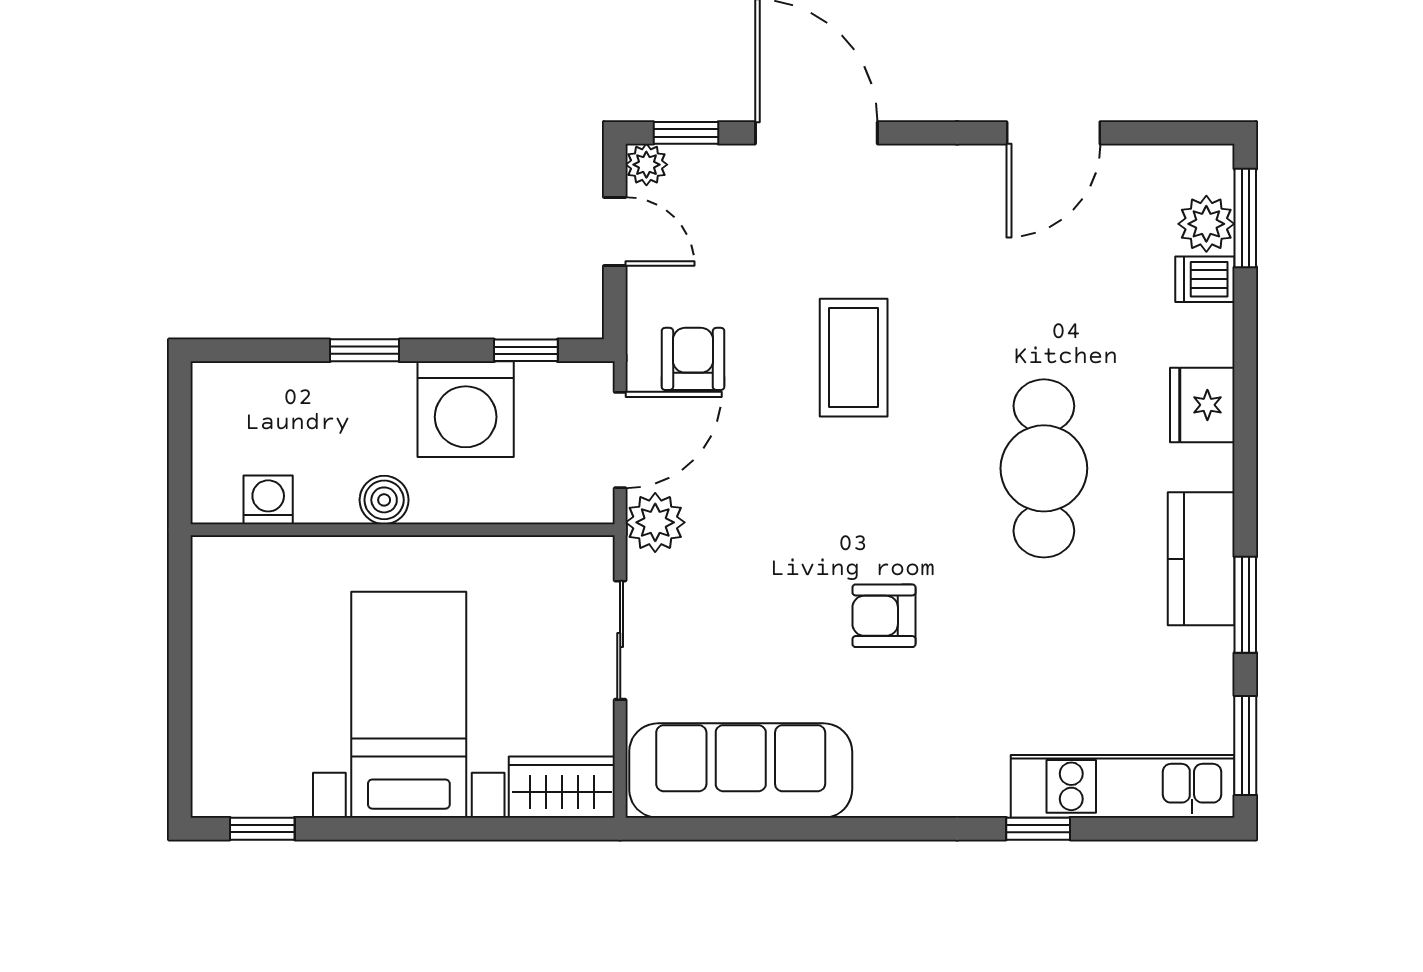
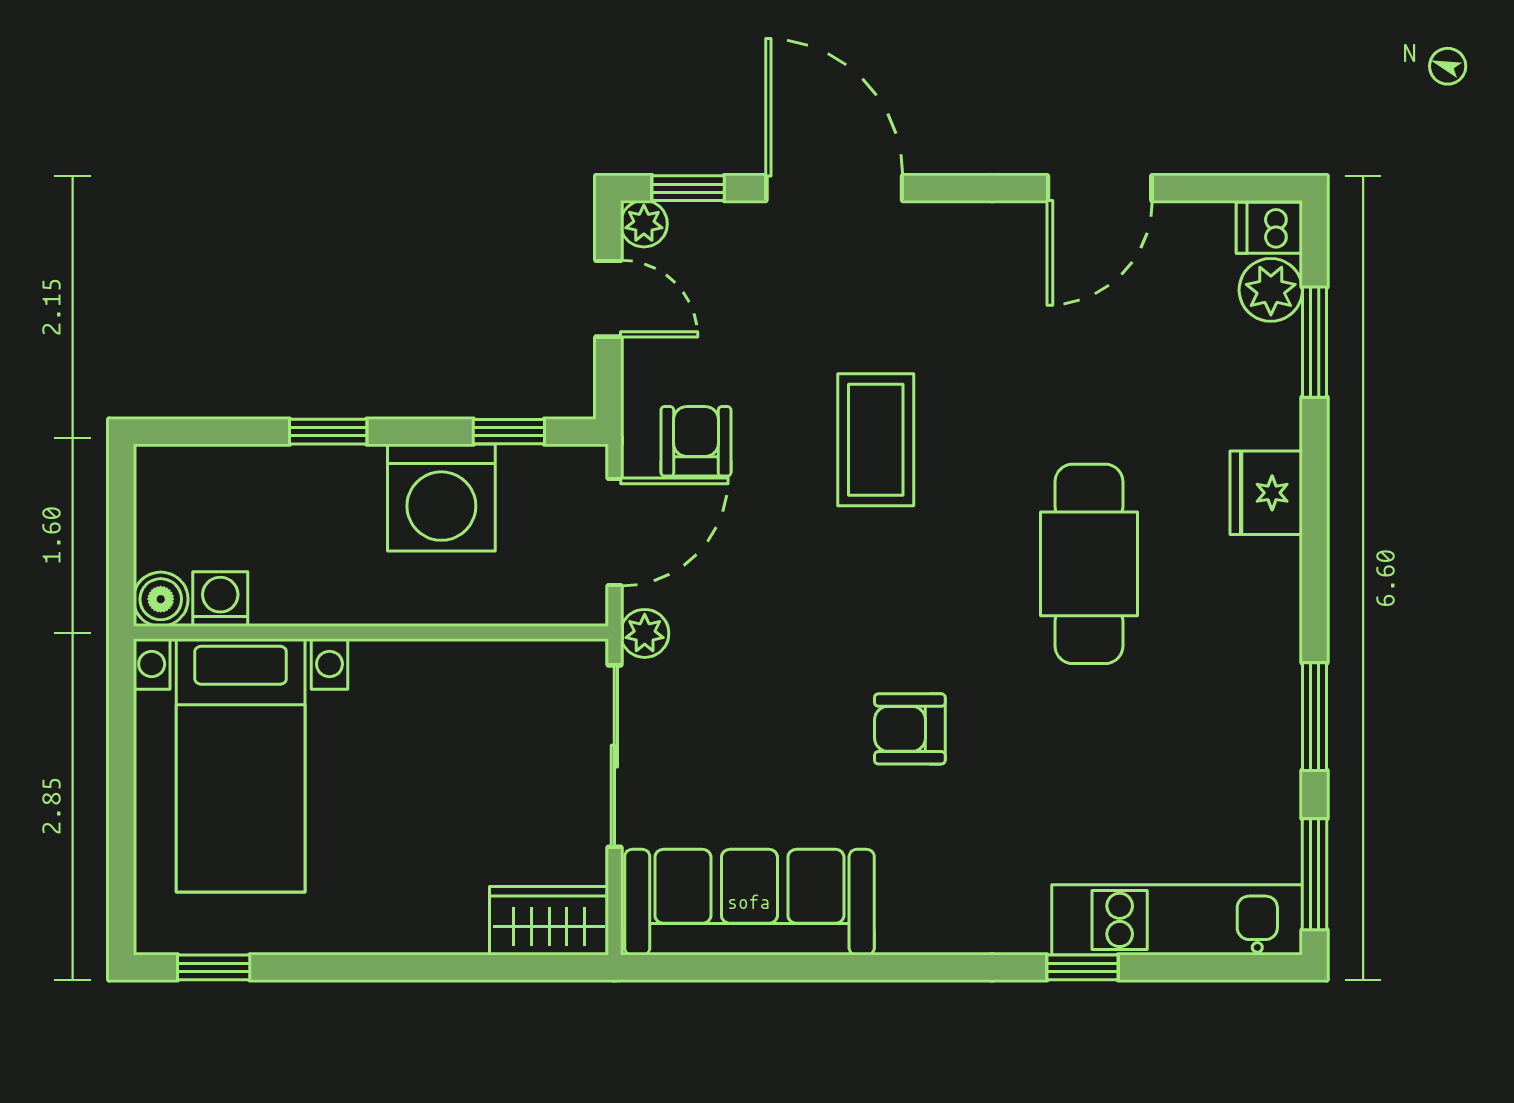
window: (1245, 218) -> (1315, 342), moved
dishwasher: (1205, 279) -> (1269, 228), moved
boiler: (384, 500) -> (161, 599), moved
plant: (655, 522) -> (645, 633), width x0.73, depth x0.73
kitchen counter: (1201, 559) -> (1265, 665), removed
sliding door: (620, 640) -> (614, 756), width x1.37
bed with nightstands: (409, 705) -> (241, 765), moved, turned 180

